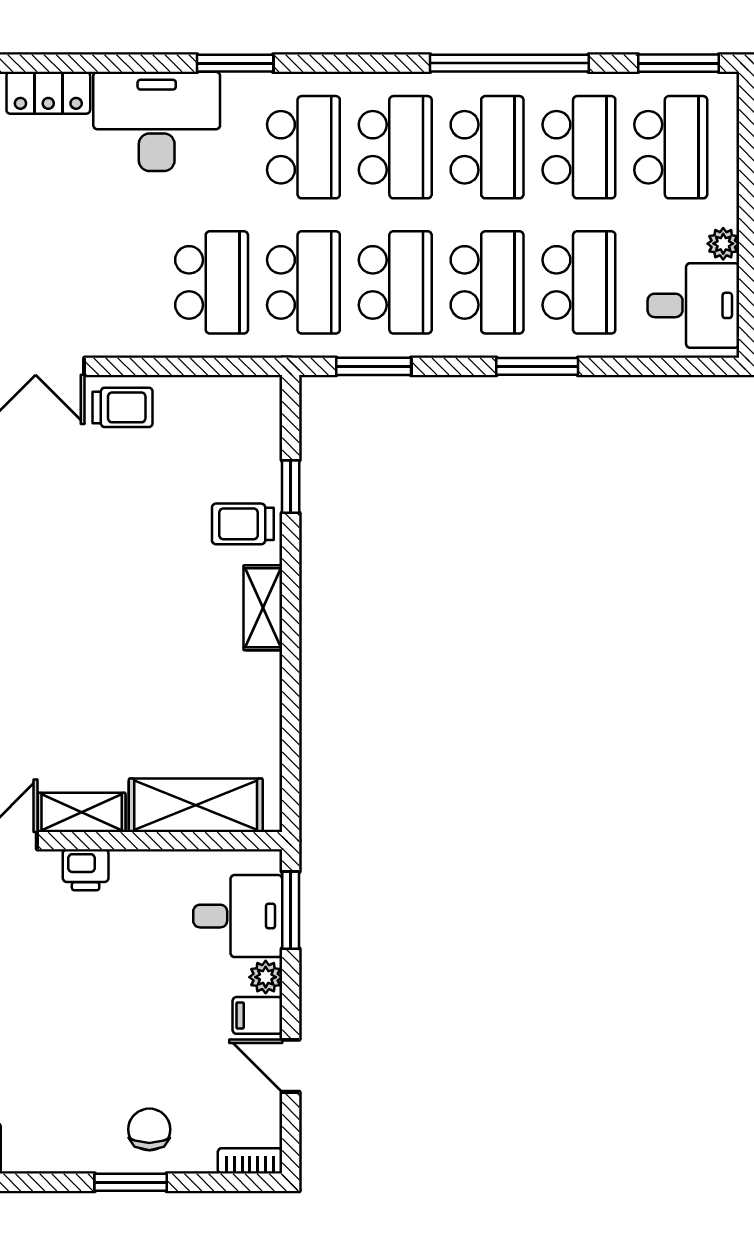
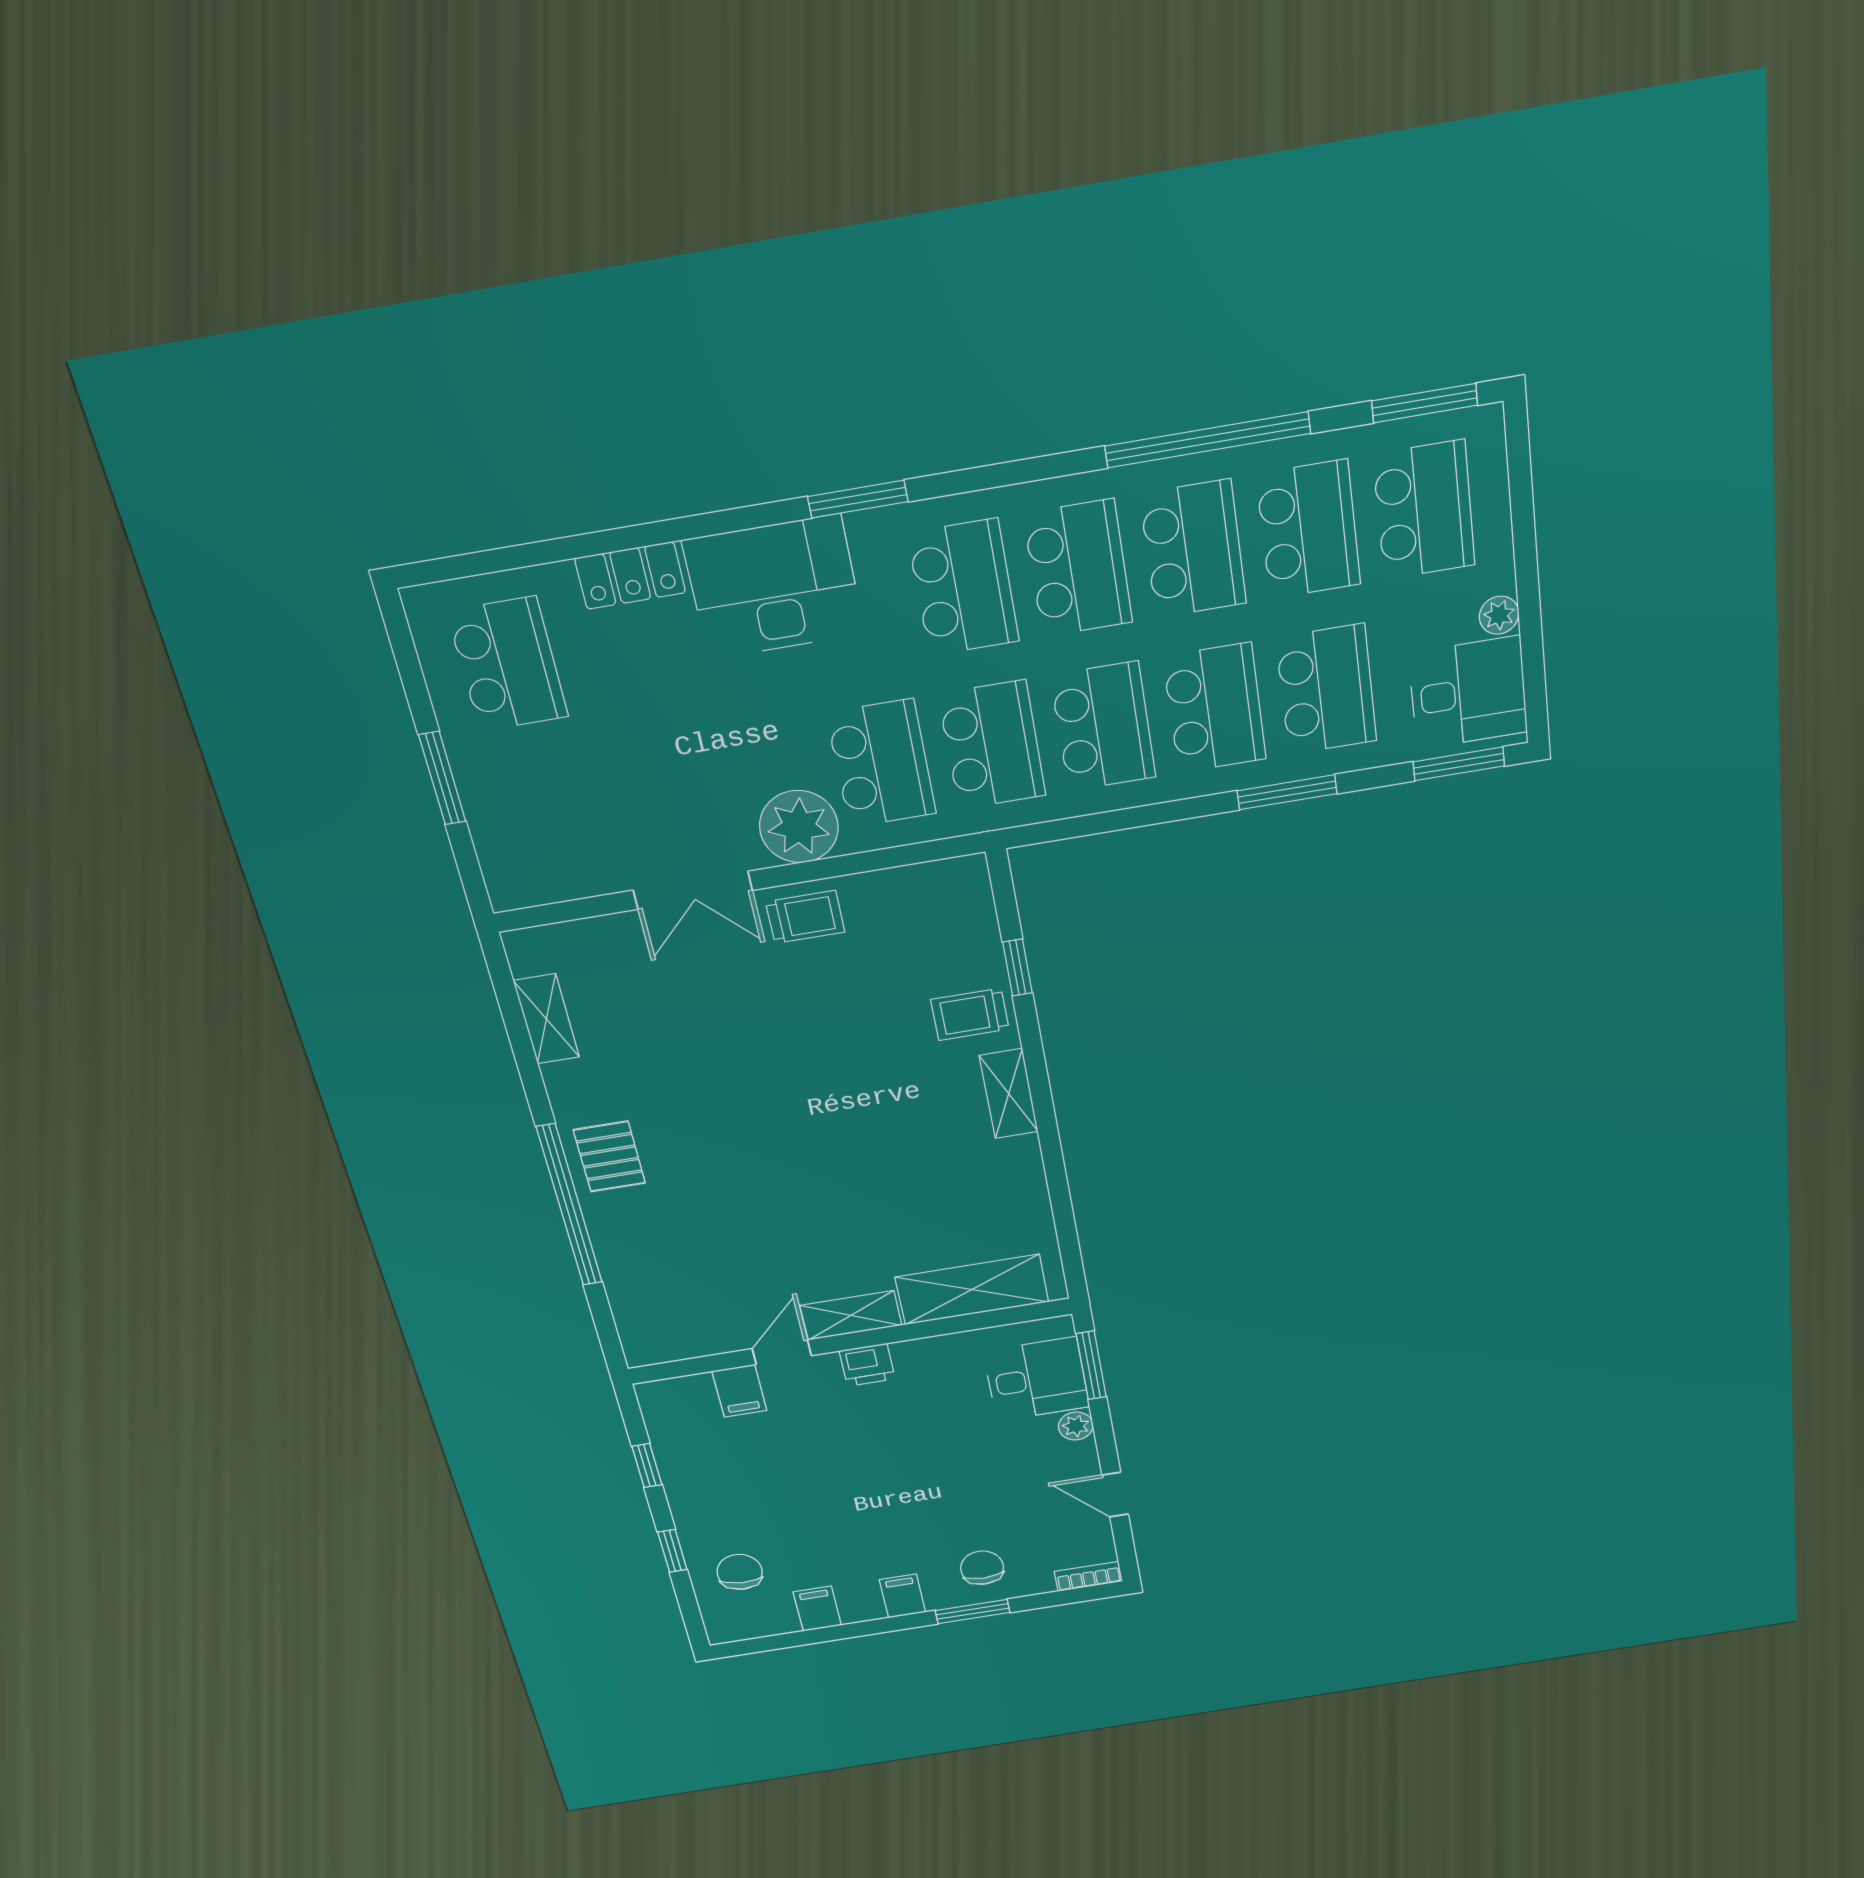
plant: (134, 326) -> (799, 827), added
window: (374, 366) -> (1459, 764), moved
filing cabinet: (257, 1015) -> (902, 1596), moved, turned 90

